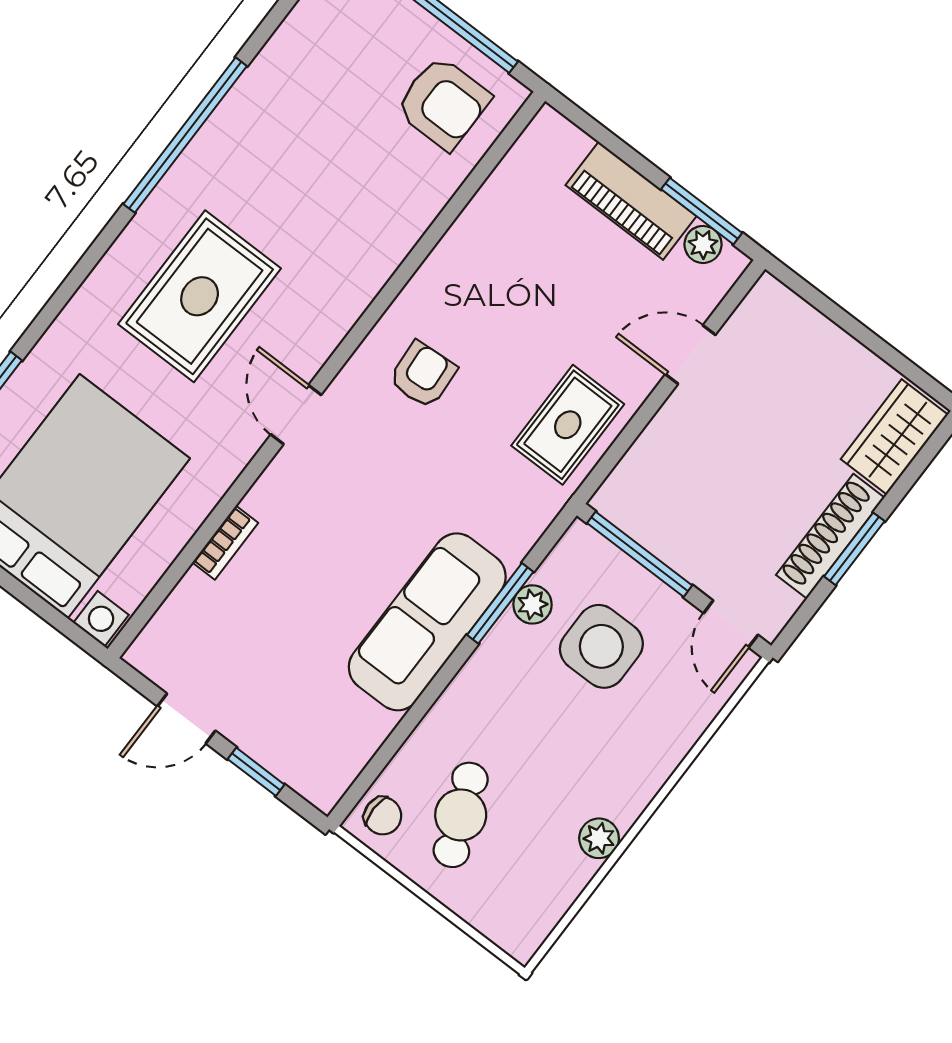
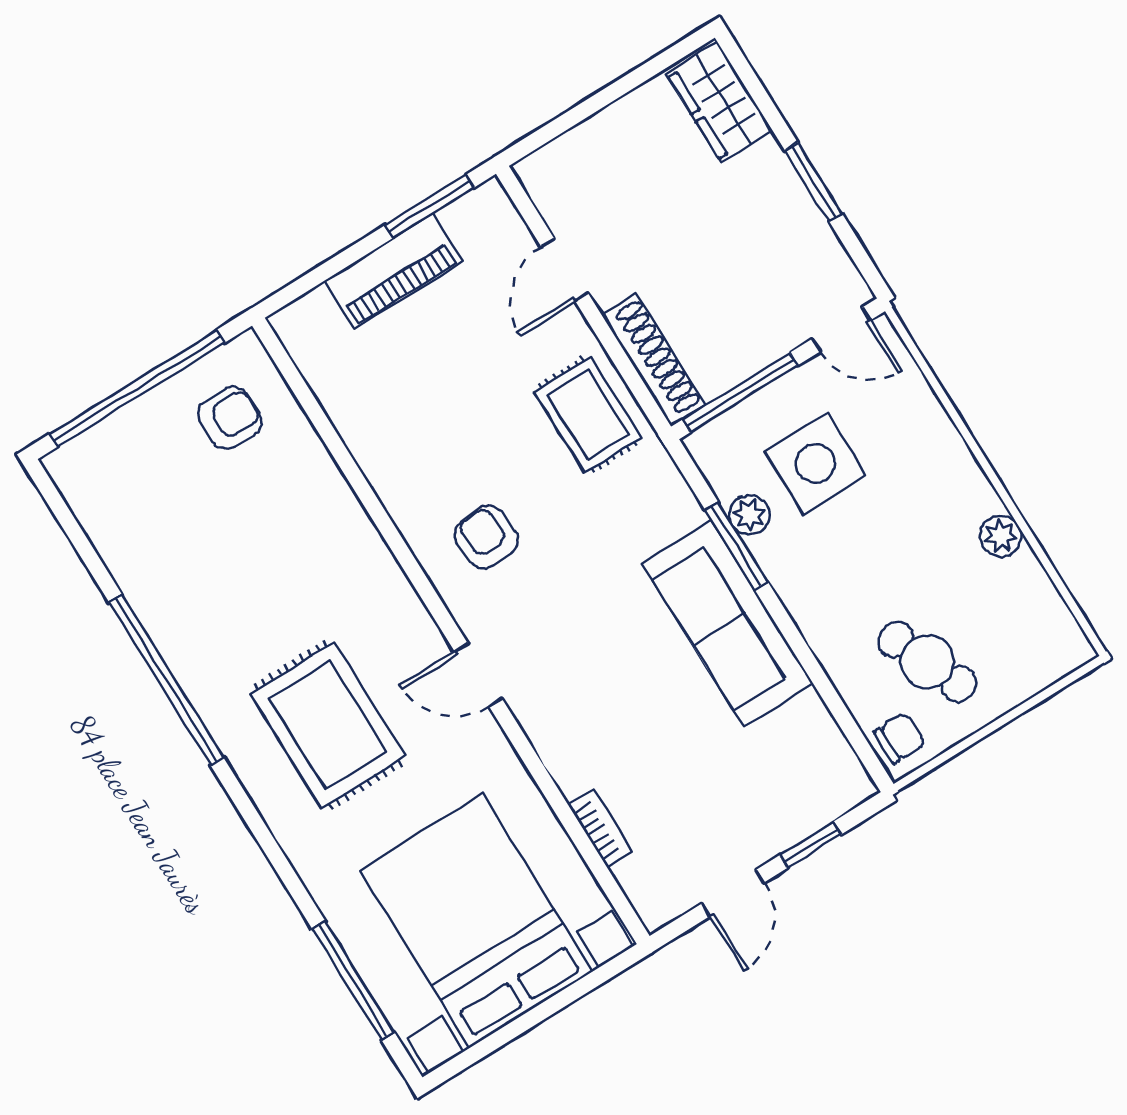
armchair: (443, 103) -> (230, 418), width x0.72, depth x0.72
plant: (703, 244) -> (462, 217), removed
shoe rack: (830, 536) -> (653, 360), moved, turned 180
bookcase: (225, 543) -> (600, 828), moved

